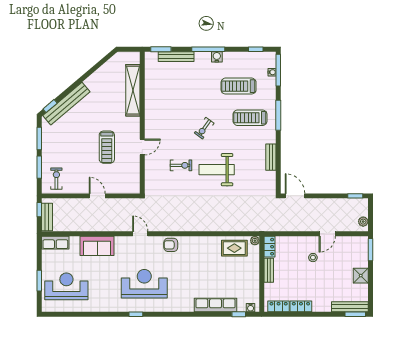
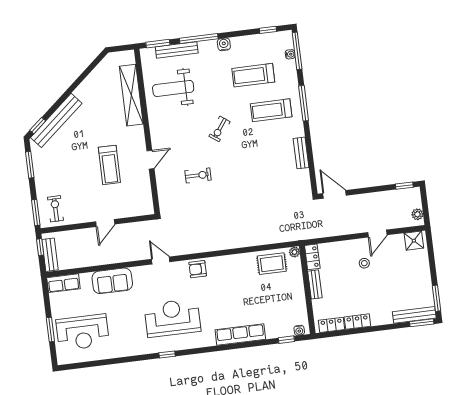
window: (208, 49) -> (199, 39), moved
window: (39, 167) -> (36, 213), moved
weight bench: (217, 170) -> (173, 88), moved
door: (97, 196) -> (105, 223), swing flipped
window: (371, 250) -> (436, 298), moved
shower: (361, 276) -> (414, 241), moved
reception desk: (66, 286) -> (83, 332), turned 180
row of seats: (216, 305) -> (240, 335), moved

